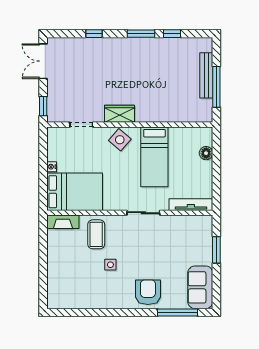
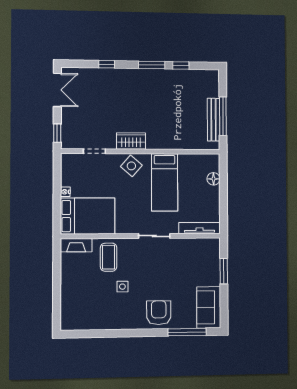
double door: (43, 61) -> (57, 90), swing flipped
bench: (206, 75) -> (213, 120), moved

